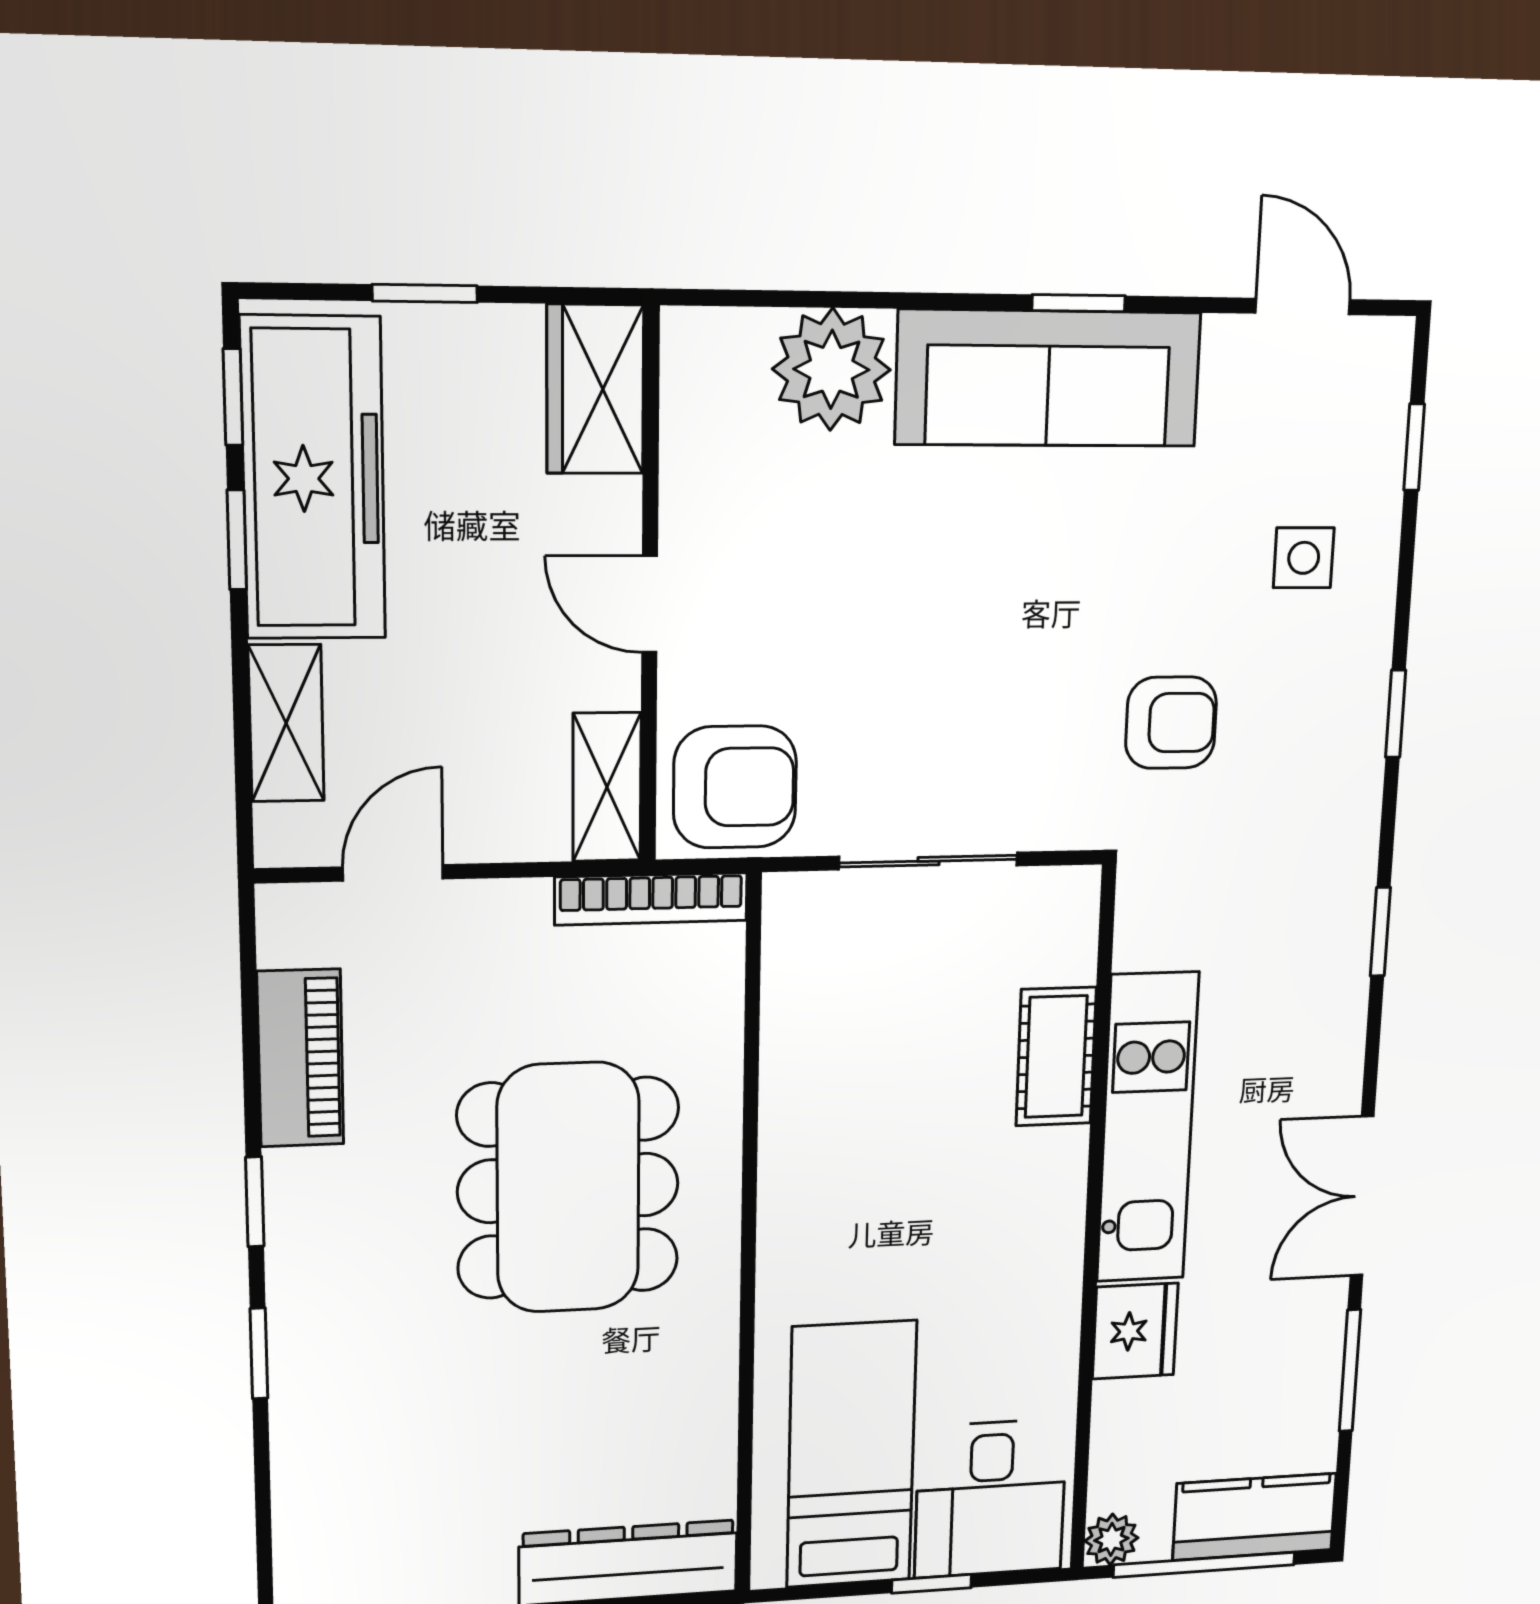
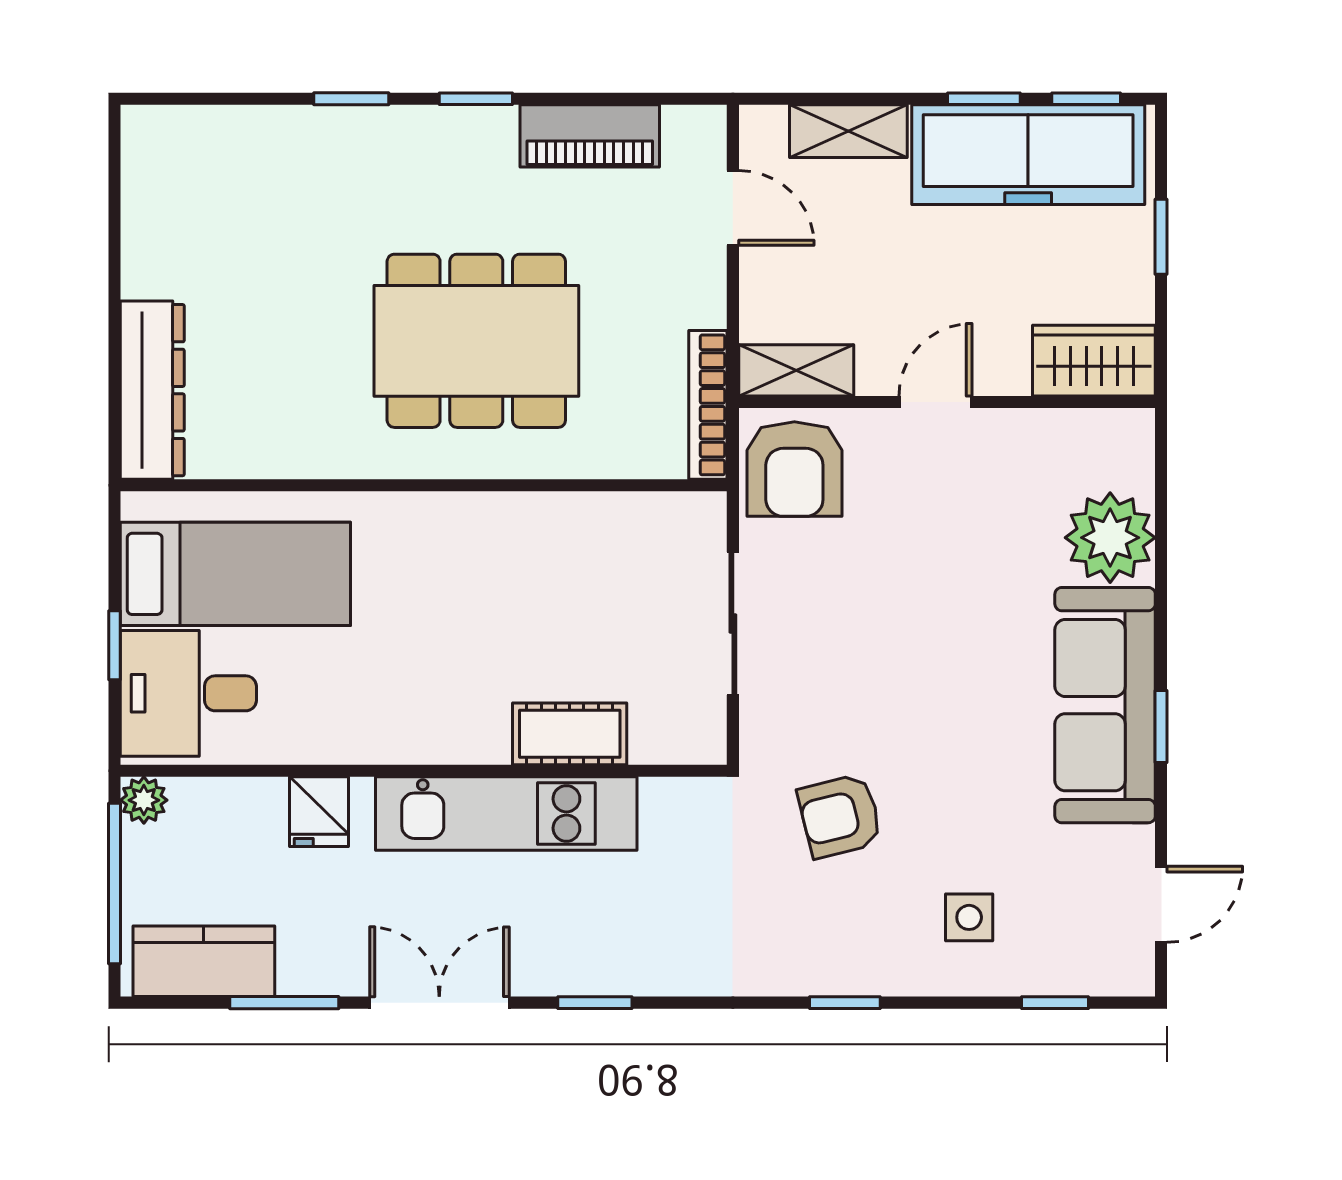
armchair: (1171, 723) -> (840, 816), turned 76
window: (1380, 932) -> (595, 1003), moved
fridge: (1135, 1331) -> (319, 812), width x0.72
kitchen counter: (1255, 1517) -> (204, 961), moved, turned -90

